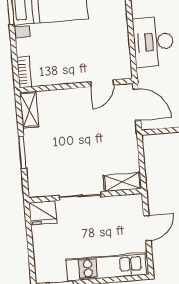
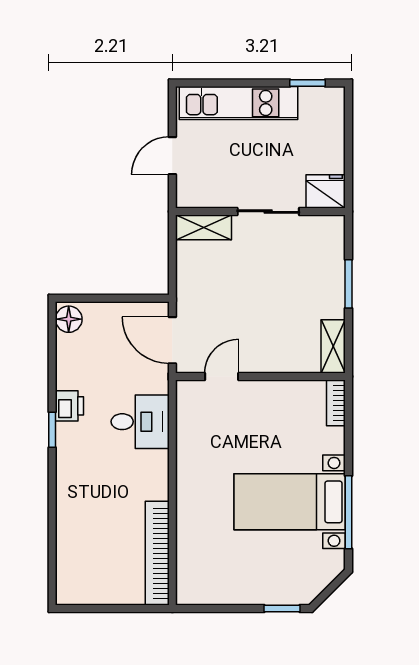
desk: (153, 42) -> (140, 422), width x0.73

